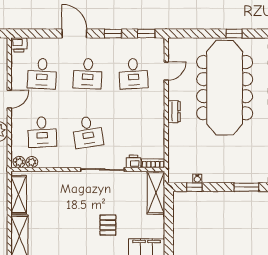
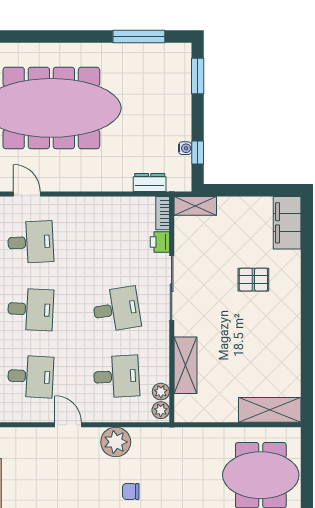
dresser: (174, 112) -> (150, 182), moved
shelving: (156, 193) -> (195, 206), width x0.67, depth x0.75
shelving: (19, 195) -> (185, 365), moved, turned 90

